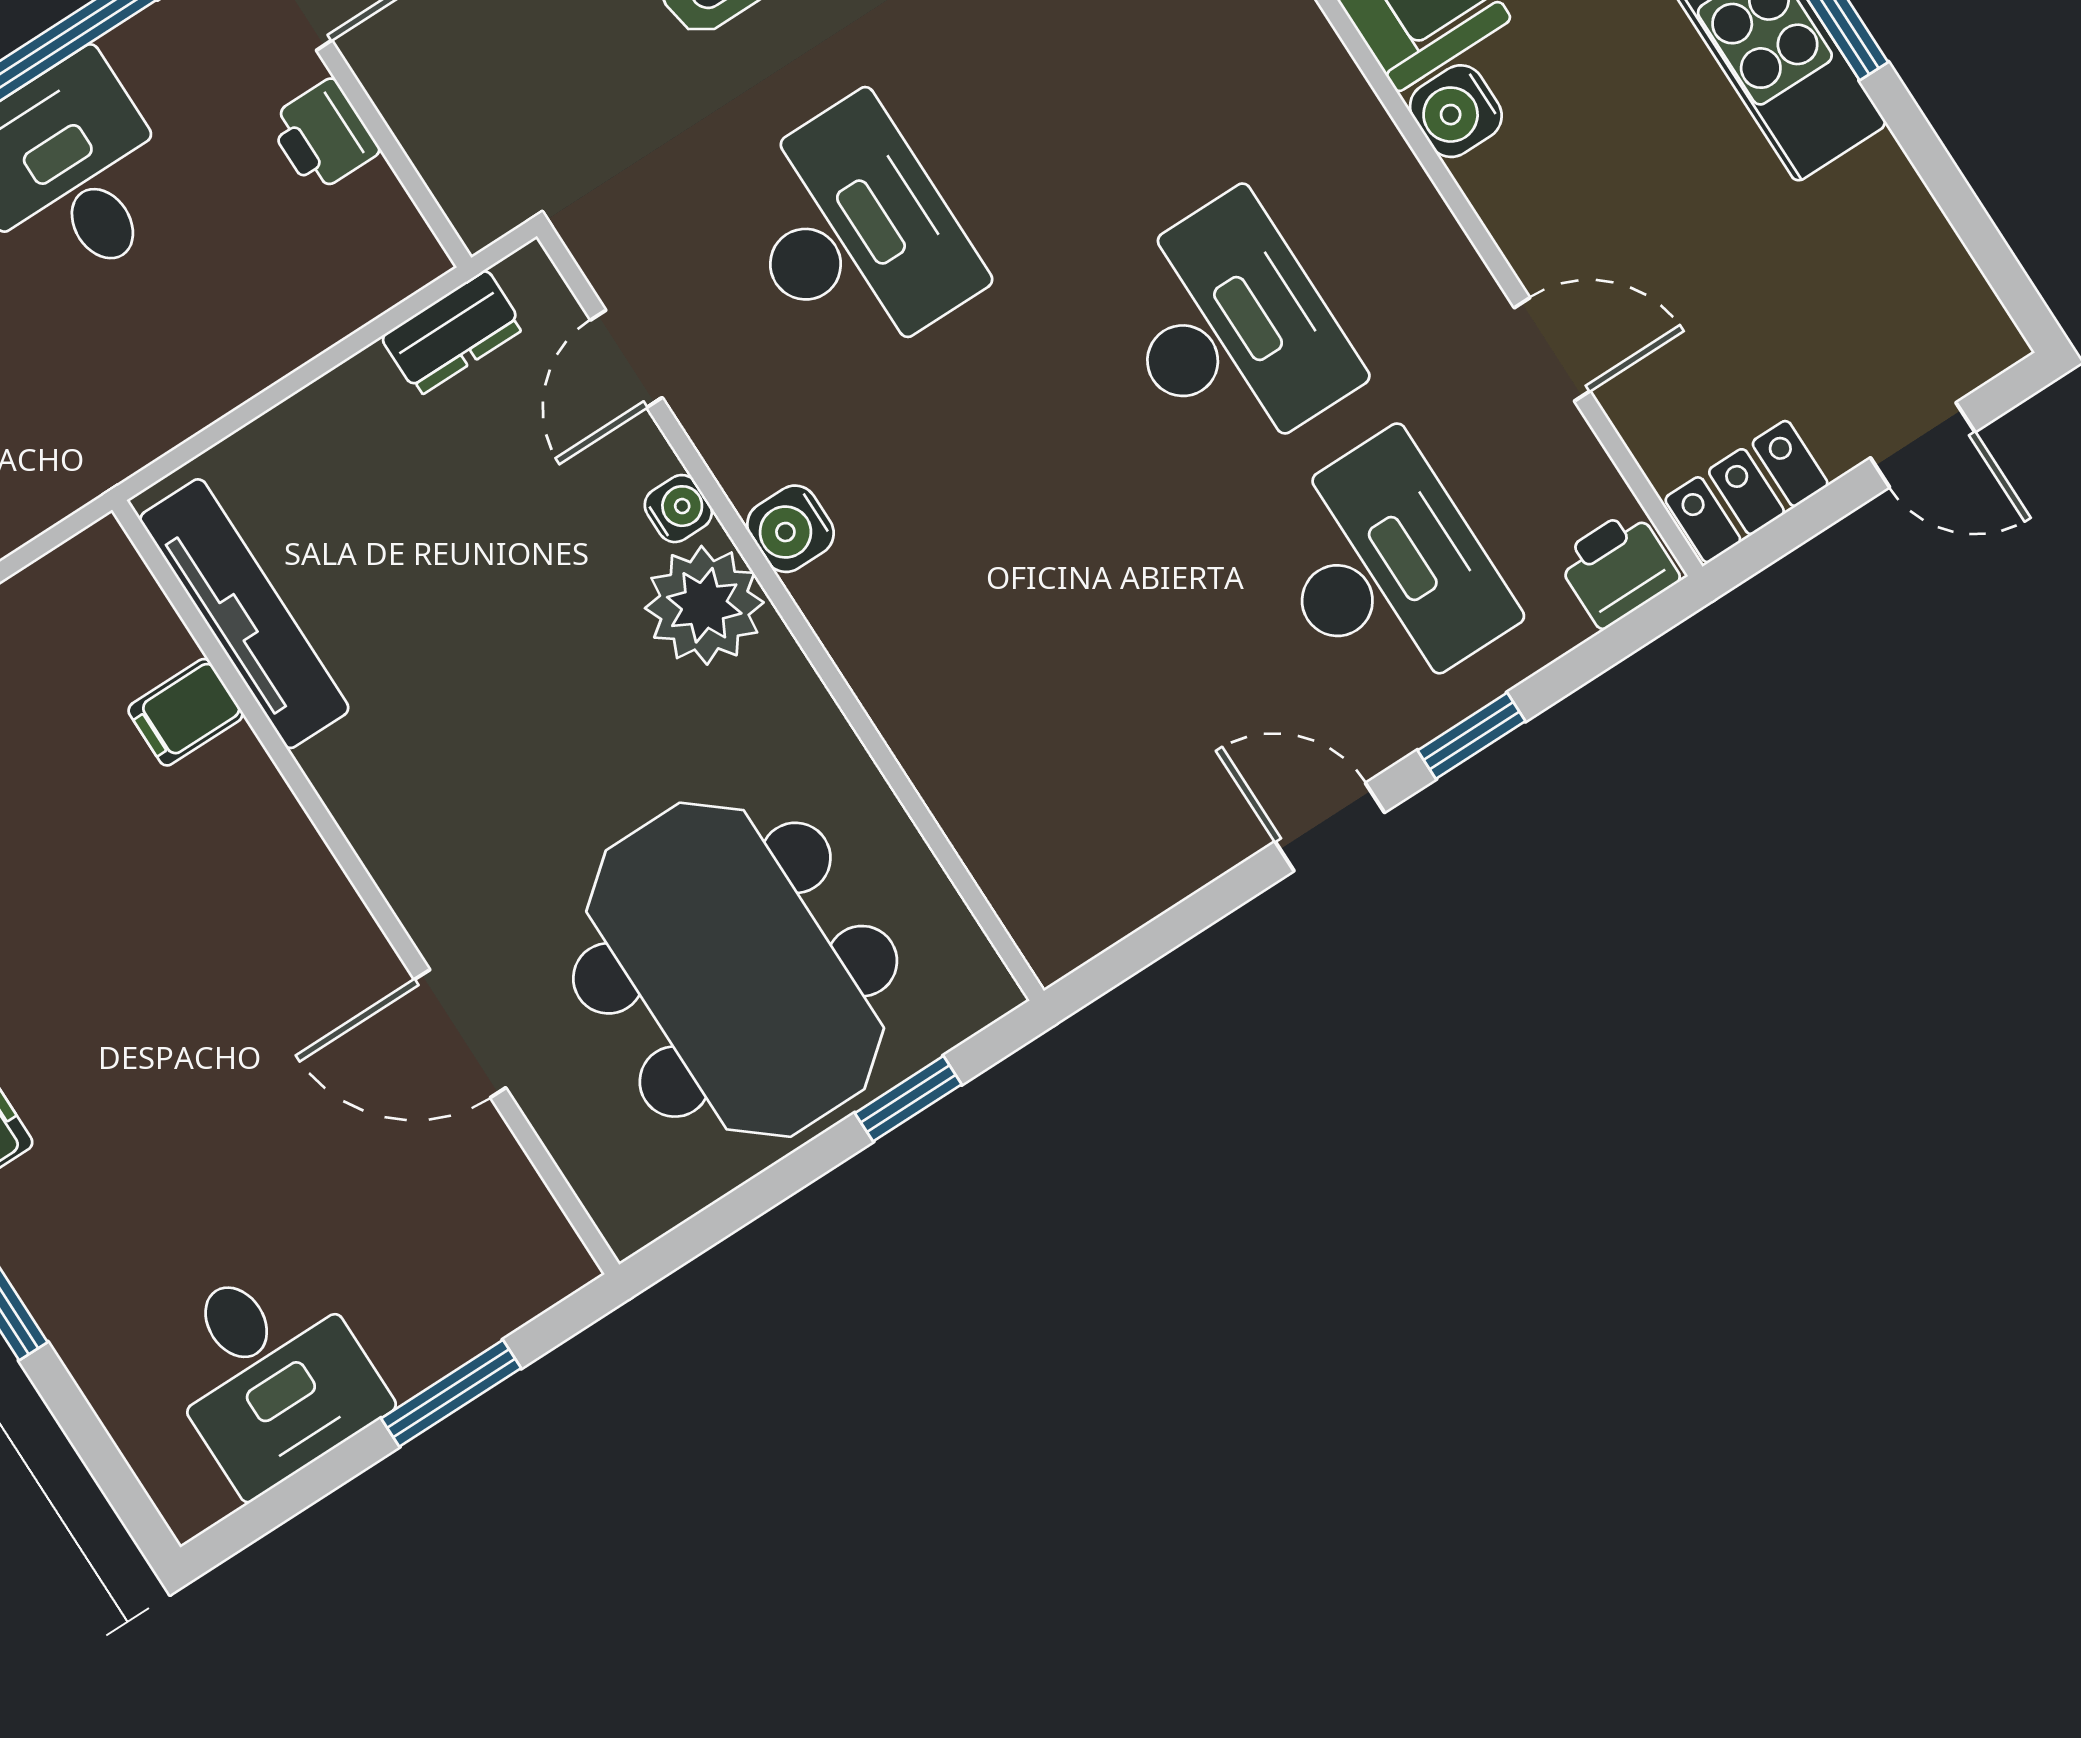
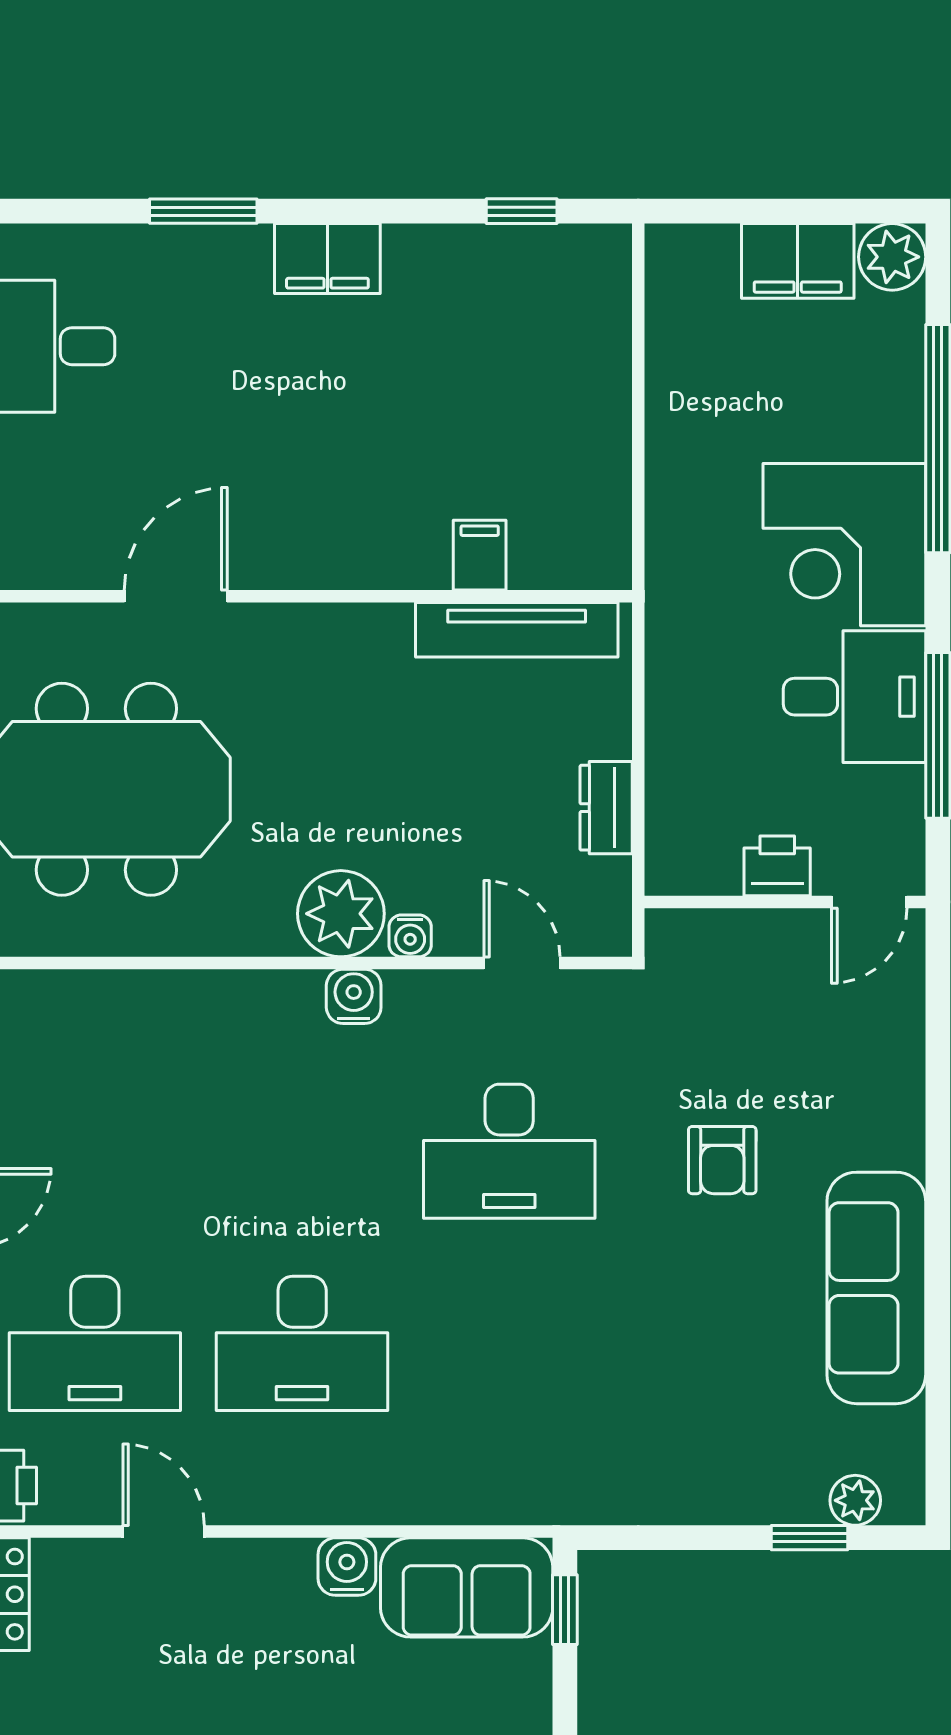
dresser: (453, 333) -> (606, 808), moved
door: (1552, 349) -> (164, 1532), swing flipped

